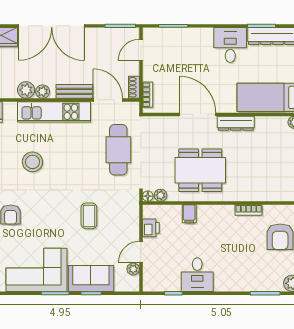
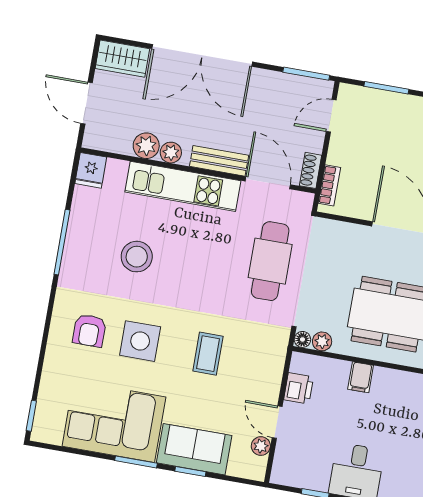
side table: (44, 216) -> (140, 341), added
door: (141, 252) -> (277, 422), hinge flipped

